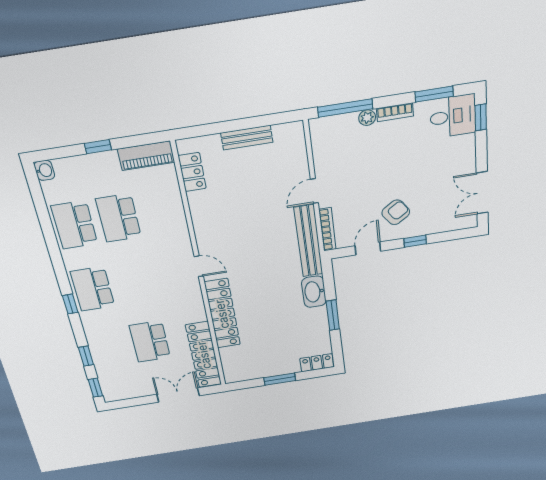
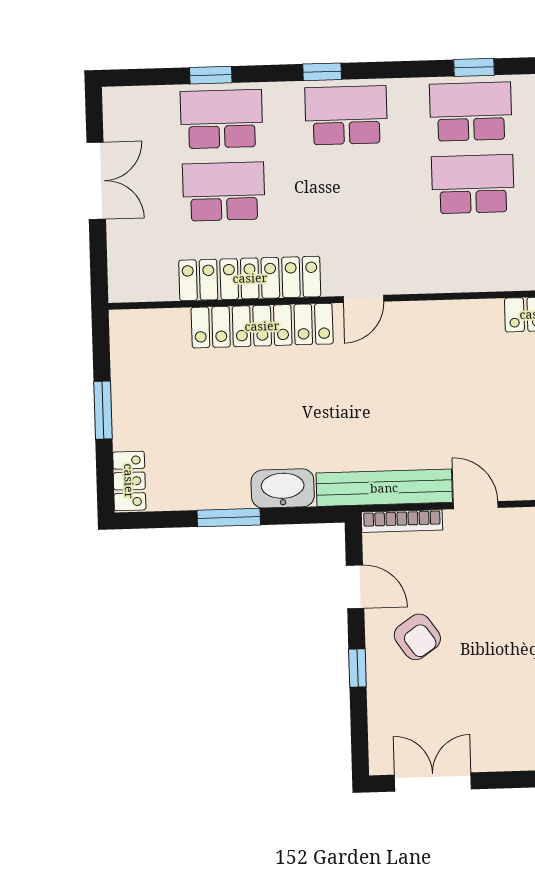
school desk: (109, 348) -> (222, 119), added
locker: (204, 355) -> (250, 278), moved
window: (95, 388) -> (474, 67), moved
double door: (178, 395) -> (96, 181), moved

